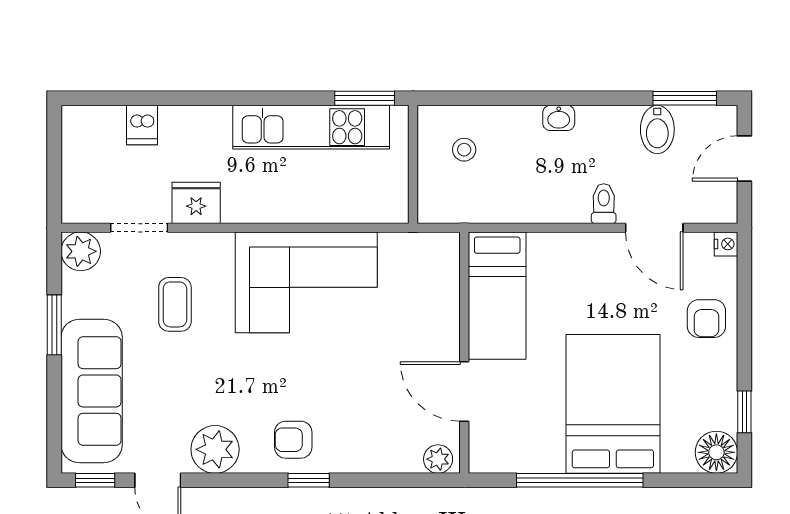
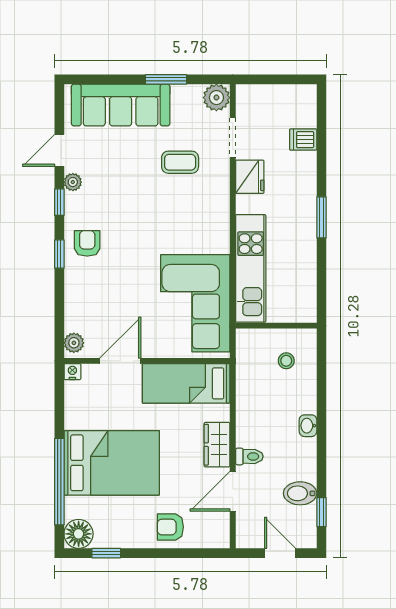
window: (365, 98) -> (322, 217), moved
window: (685, 98) -> (322, 512), width x0.67
kitchen unit: (311, 127) -> (251, 268), moved, turned 180
nightstand: (726, 244) -> (72, 372), moved, turned 180
wardrobe: (586, 251) -> (217, 445), added
corner sofa: (306, 282) -> (195, 303), moved
plant: (215, 449) -> (73, 182), width x0.53, depth x0.53
window: (95, 480) -> (59, 202), moved
window: (580, 480) -> (59, 482), moved

